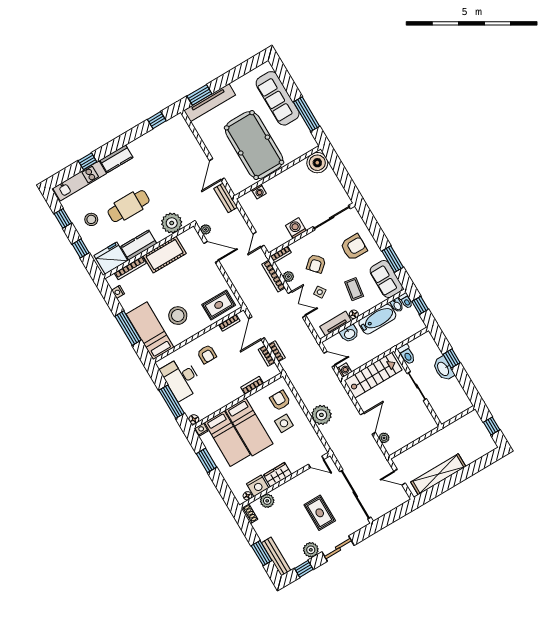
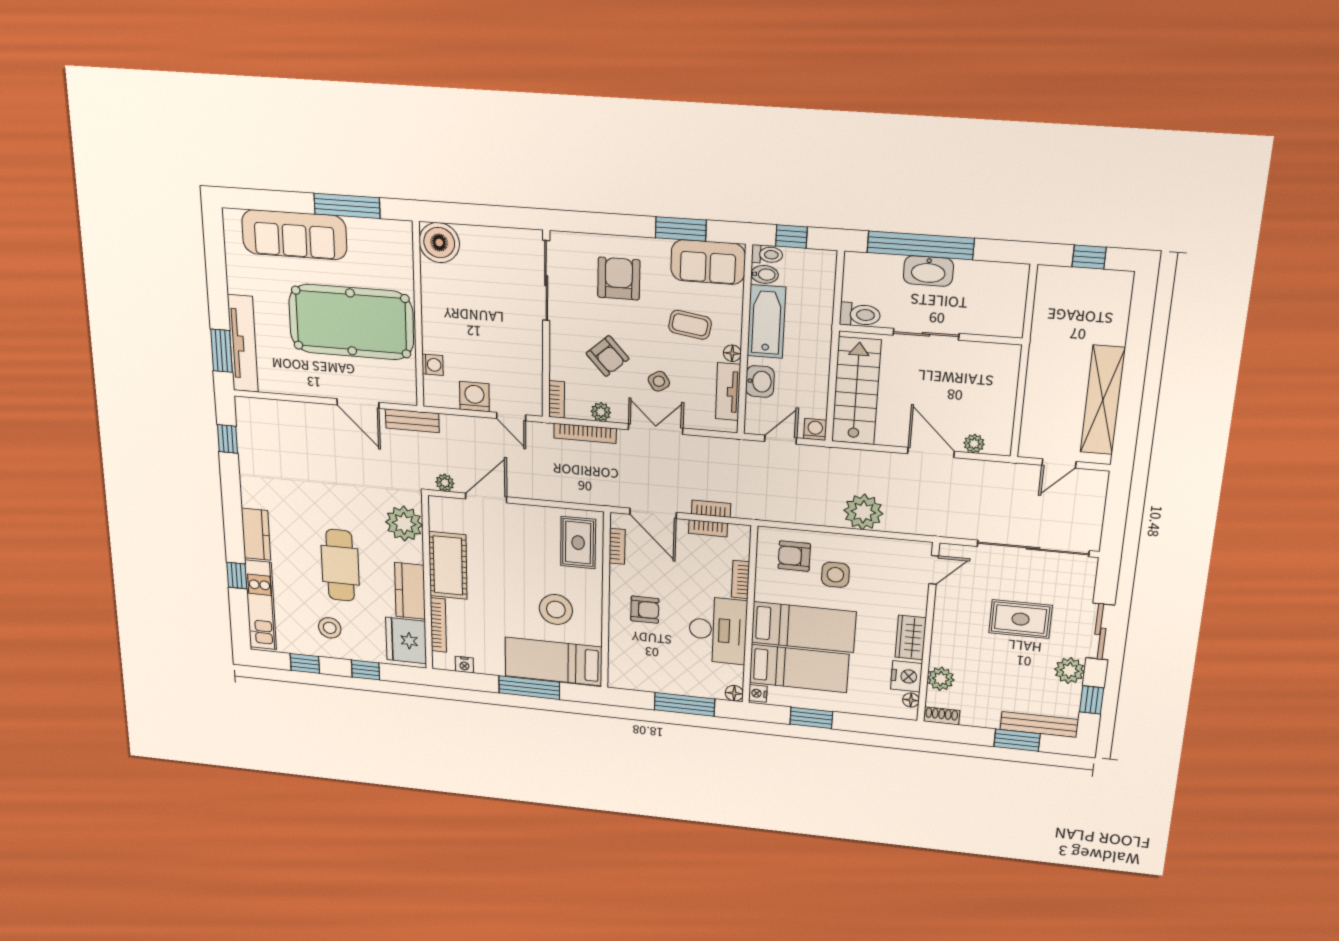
washing machine: (296, 228) -> (474, 397), moved, turned 90
window: (452, 358) -> (921, 245), width x3.17
desk: (181, 378) -> (718, 630), moved, turned -90

